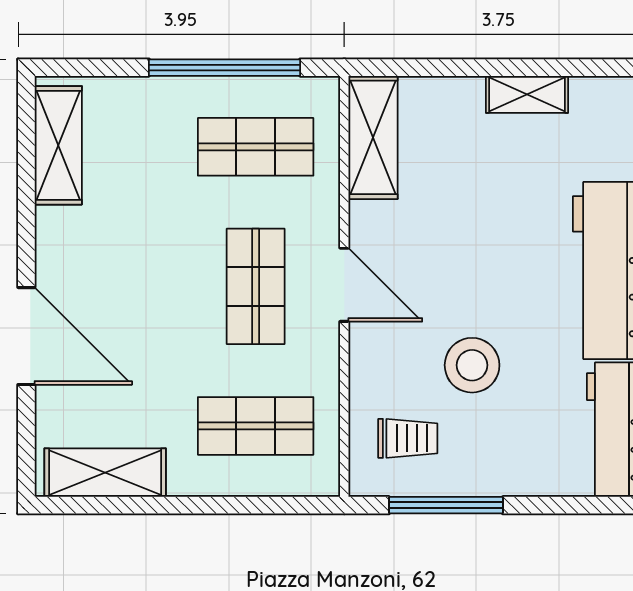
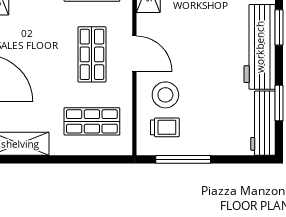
stool: (472, 365) -> (165, 95), moved

